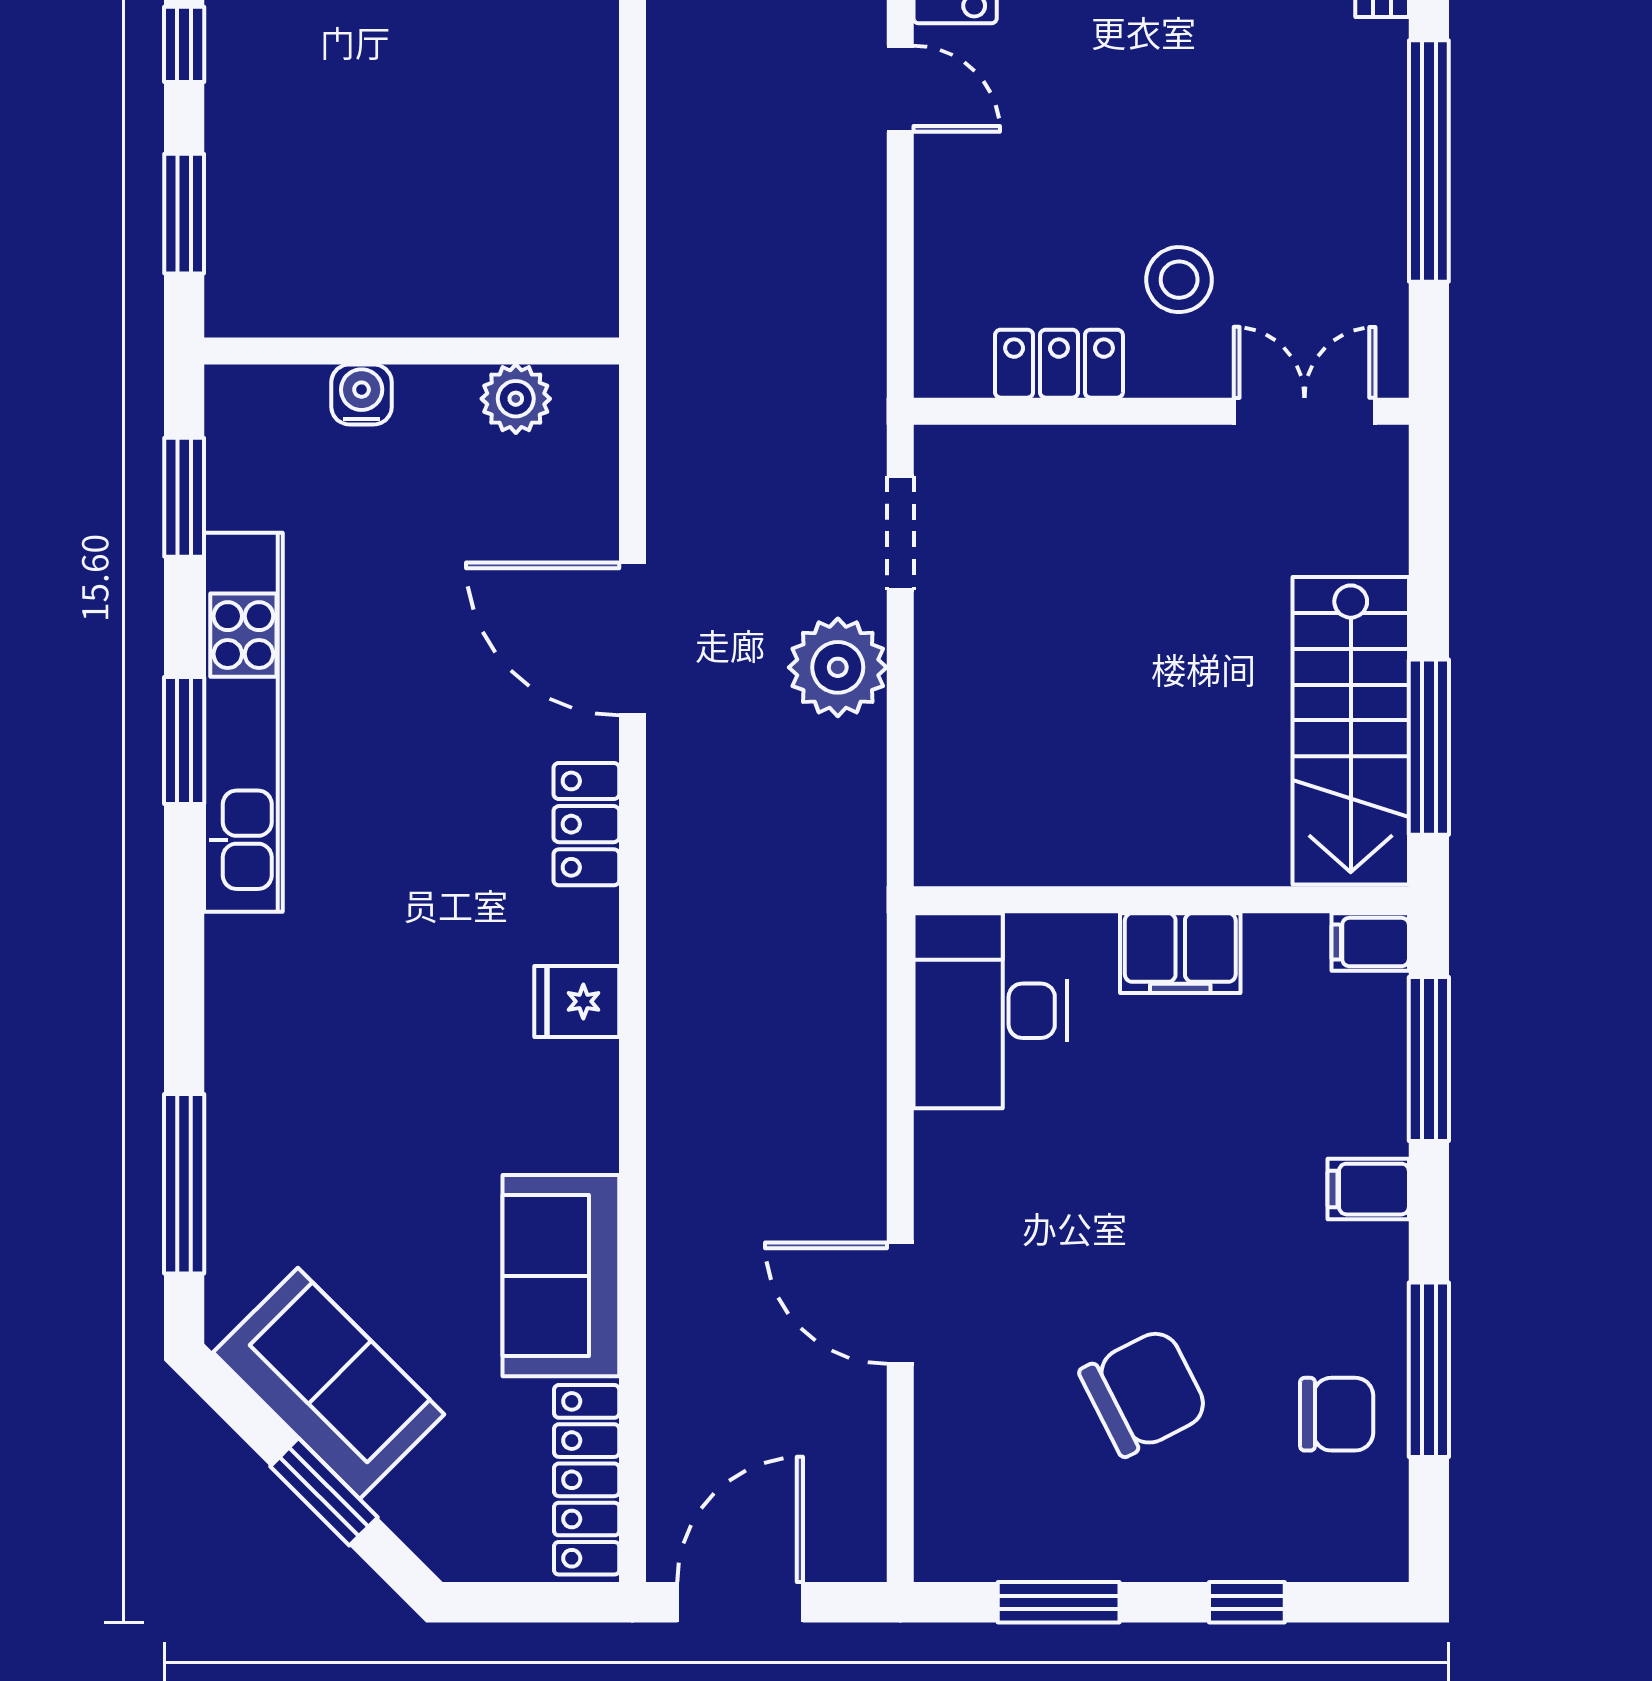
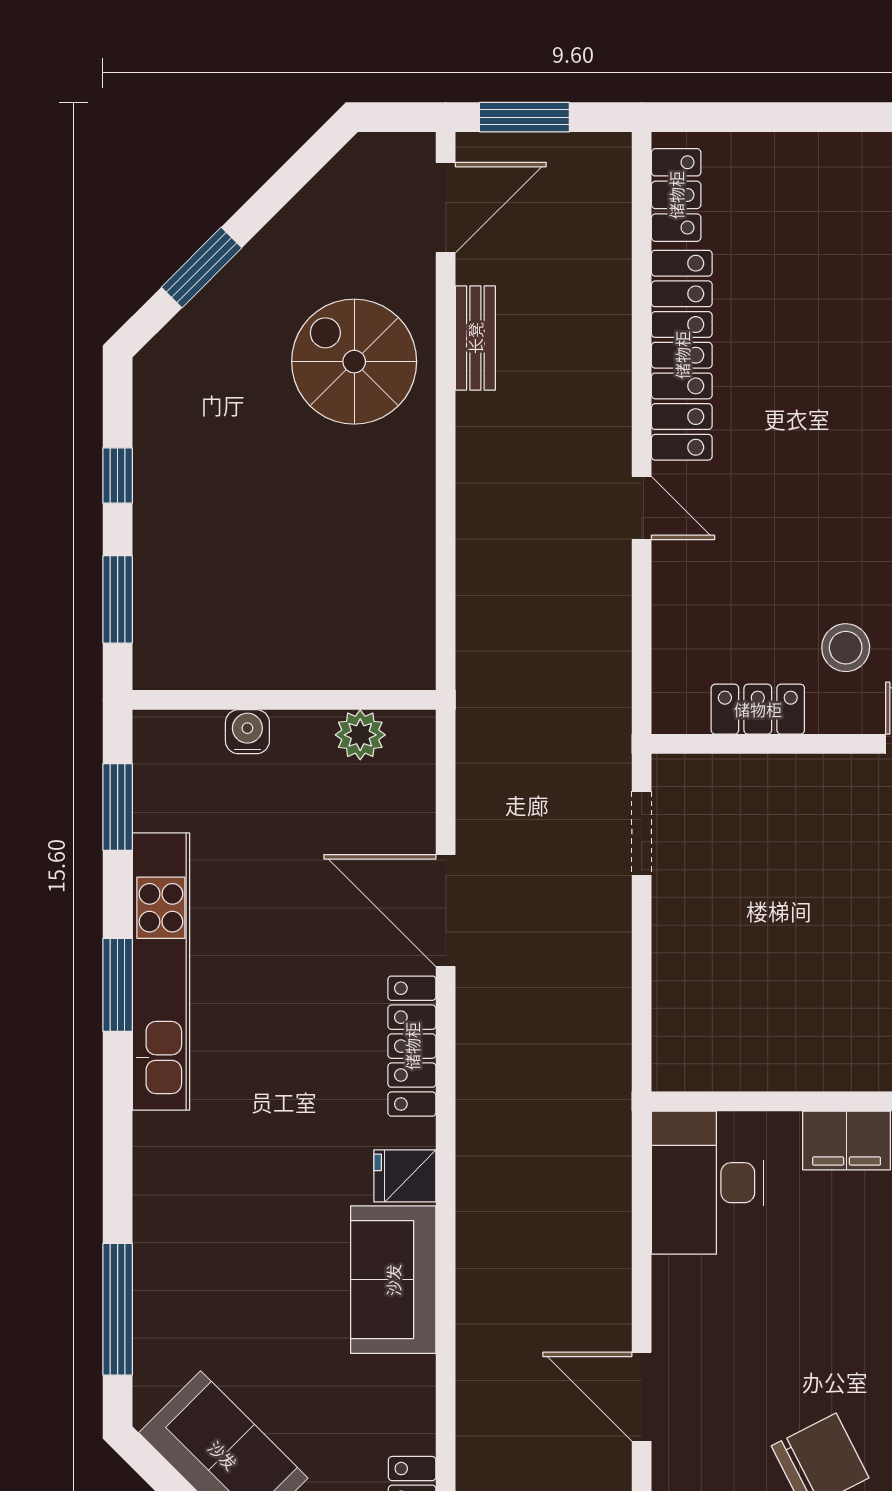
plant: (838, 667) -> (596, 931), removed
locker: (586, 824) -> (412, 1046), width x1.53
sofa: (561, 1276) -> (393, 1280), moved

